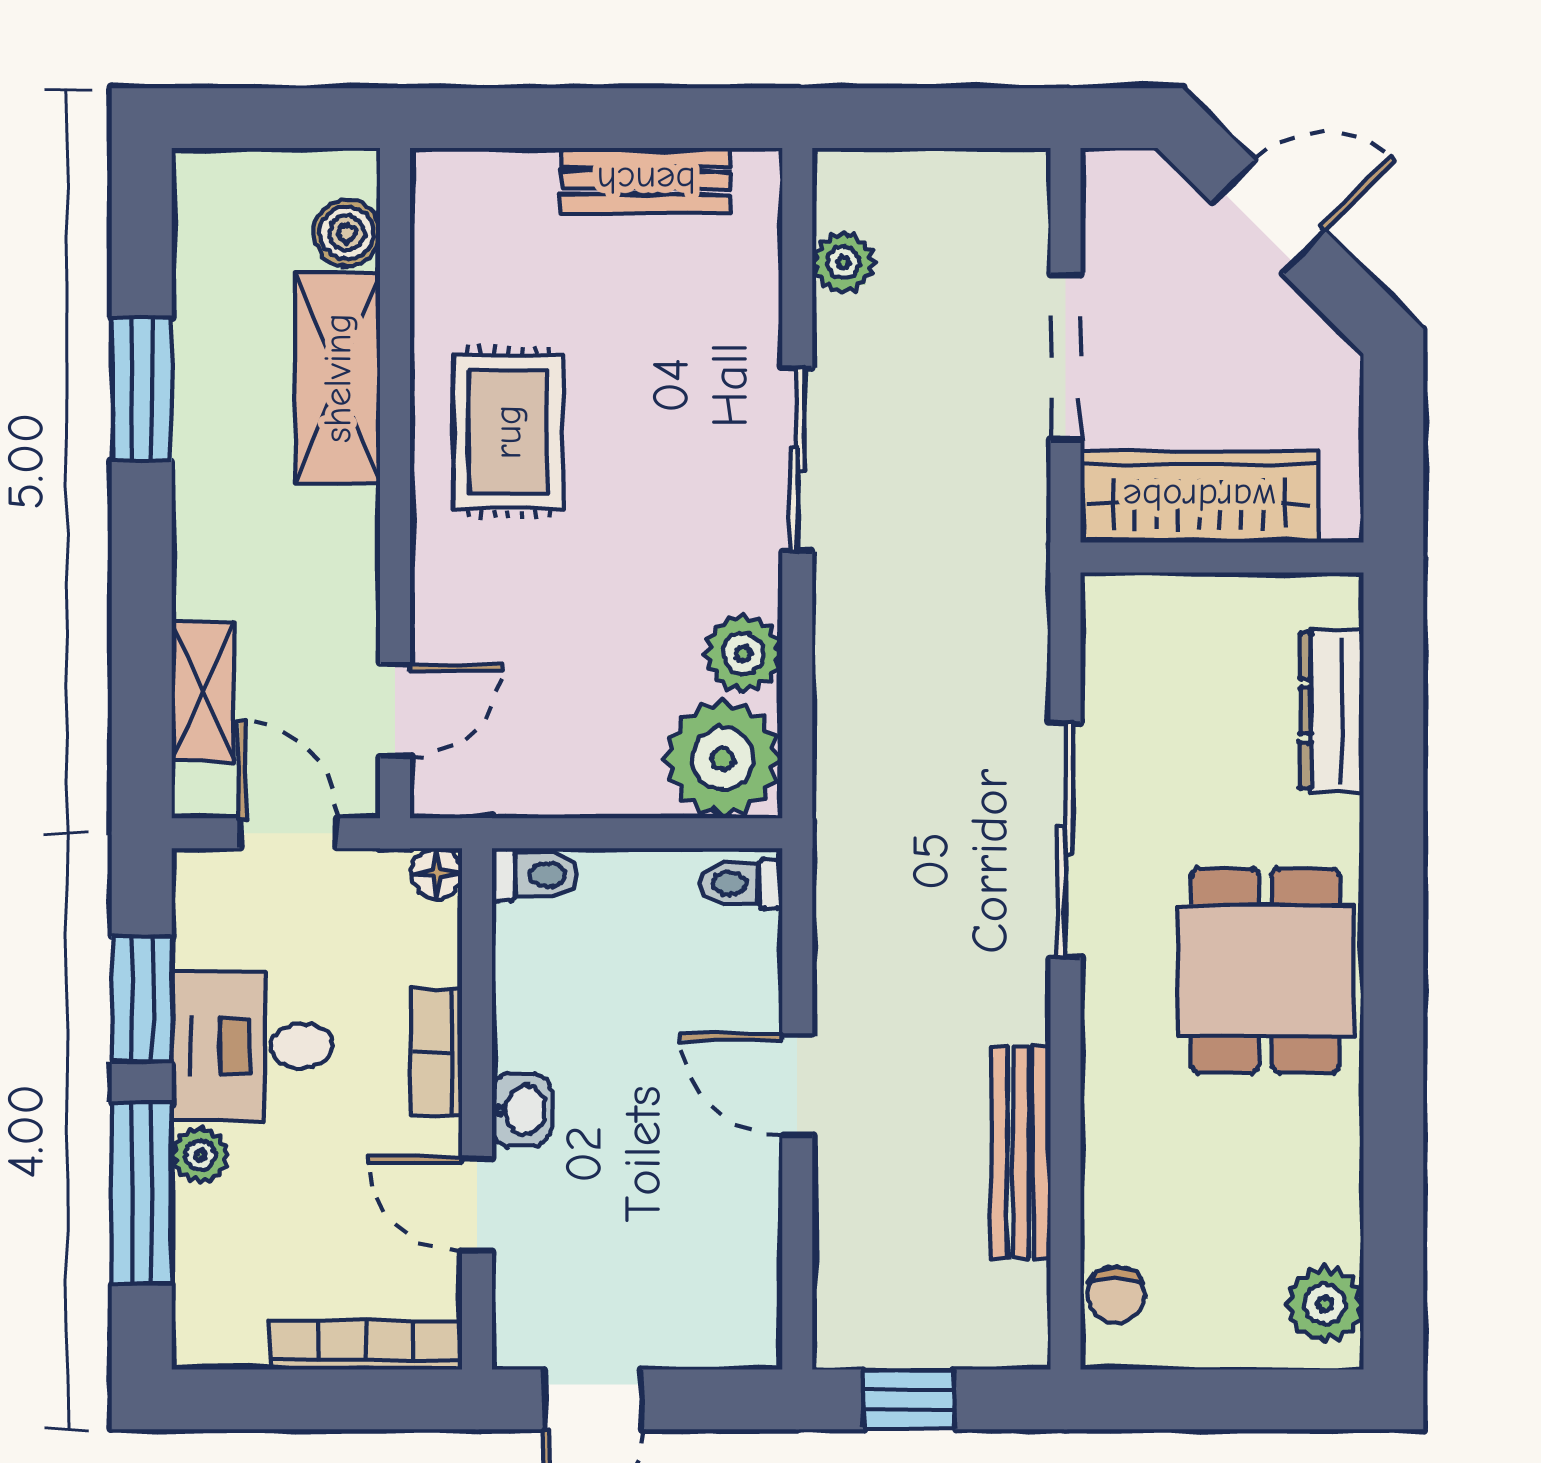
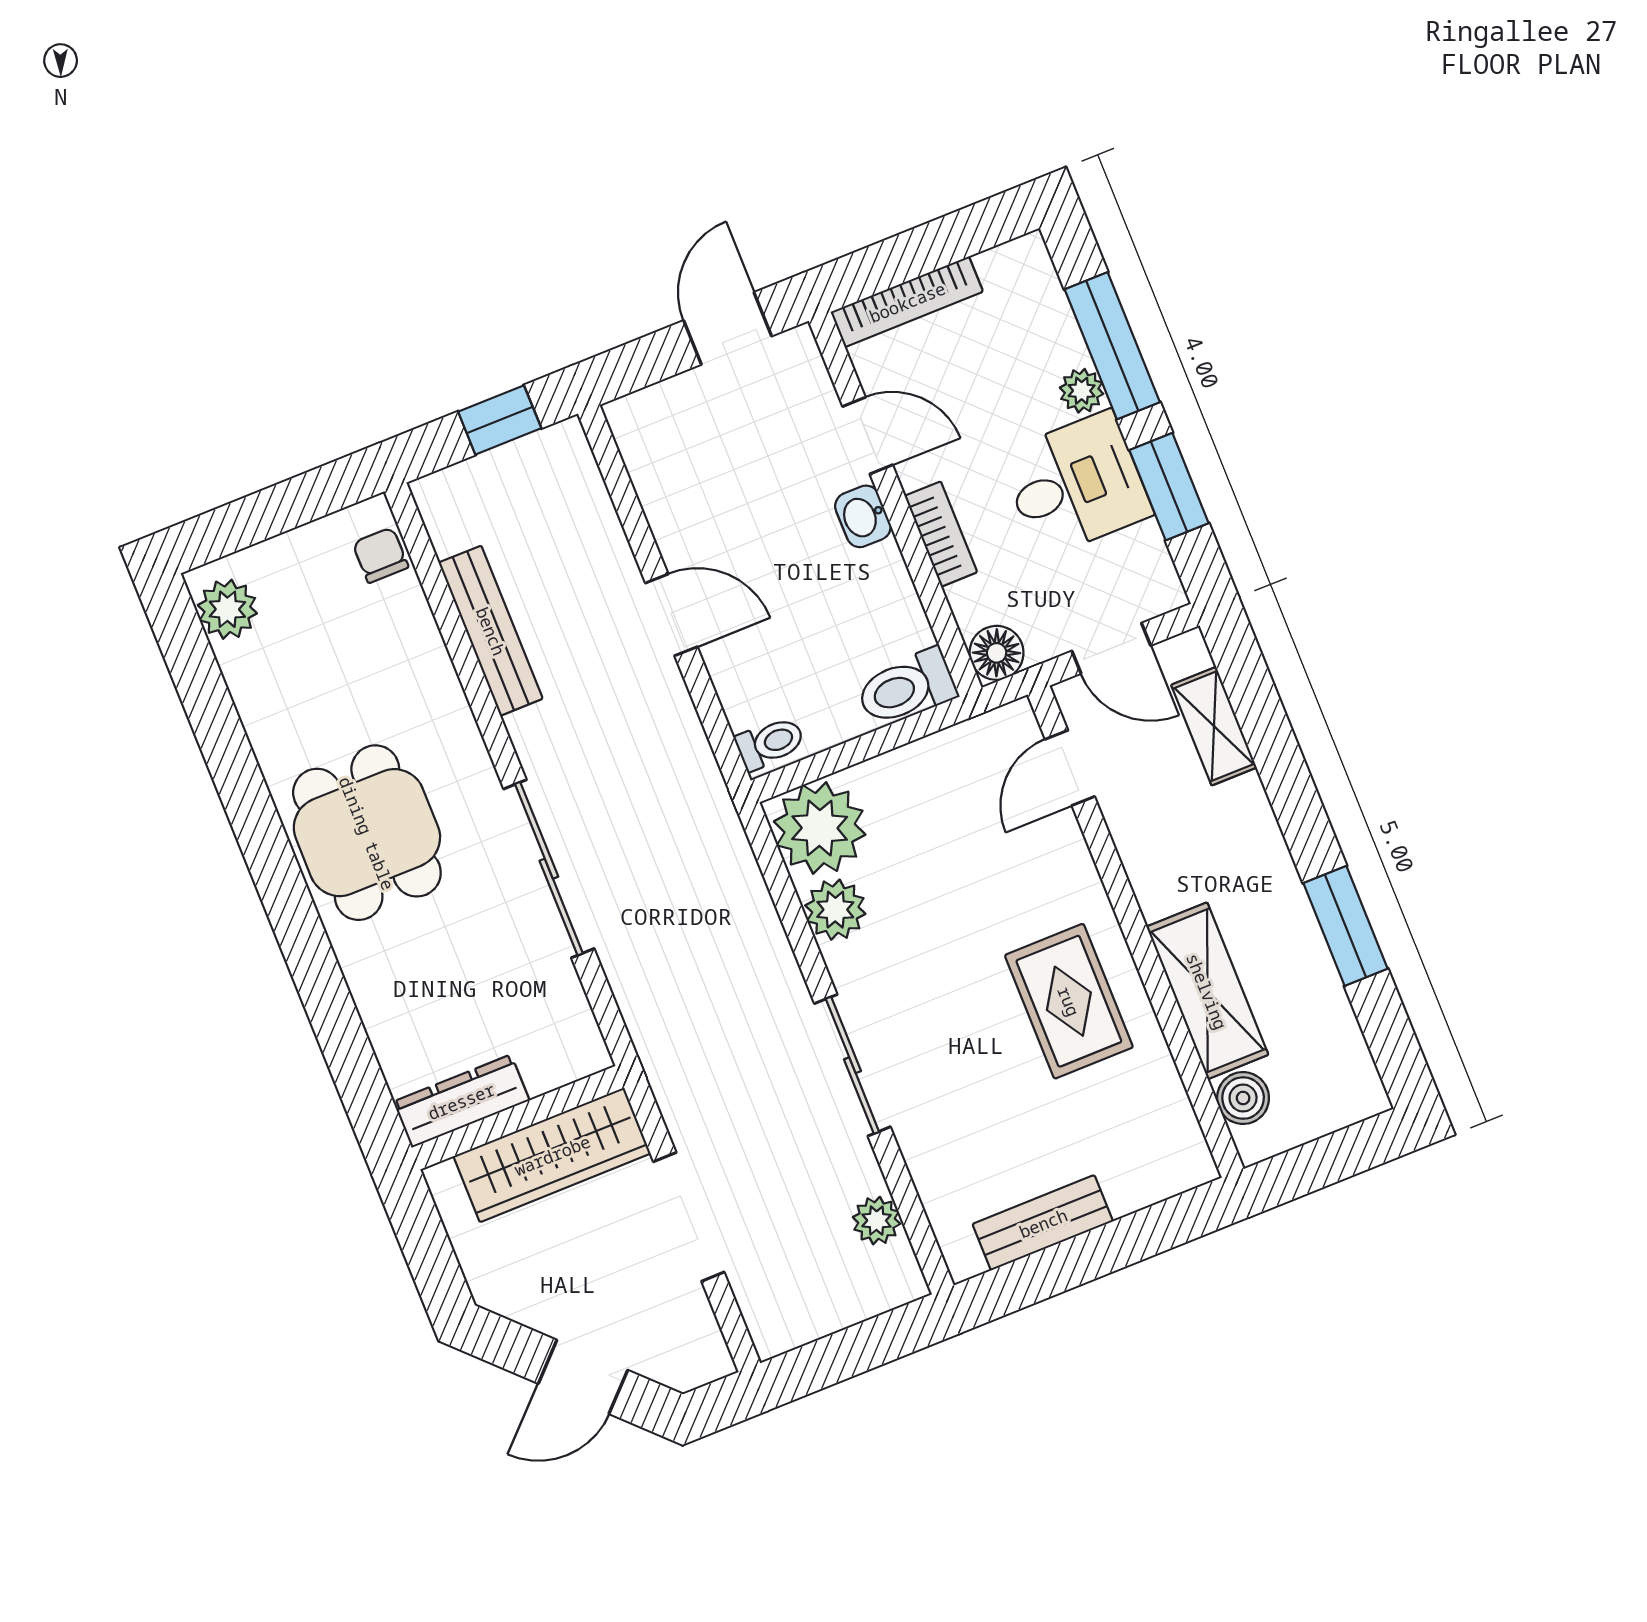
dresser: (1331, 711) -> (461, 1101), moved, turned -90
floor lamp: (437, 873) -> (997, 653), width x1.37, depth x1.37
toilet: (535, 875) -> (906, 688), width x1.37, depth x1.39

